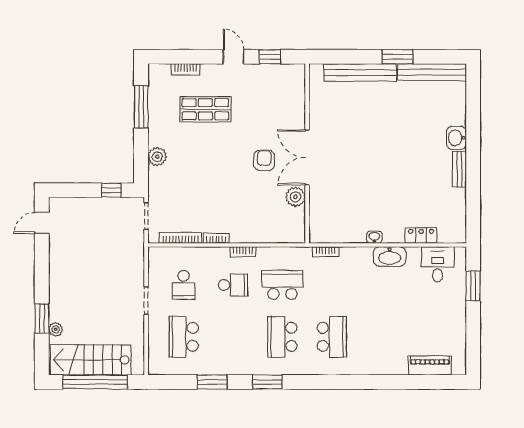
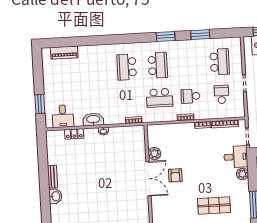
desk: (166, 185) -> (236, 157), added

